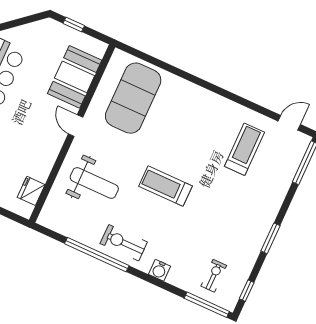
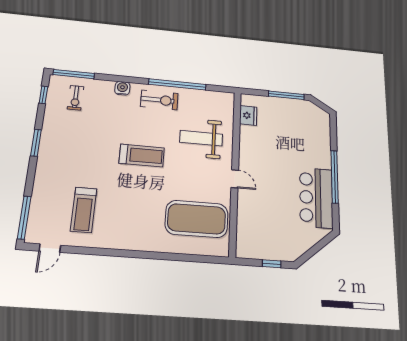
booth: (75, 77) -> (252, 219), removed
exercise mat: (133, 98) -> (197, 219), turned 90

